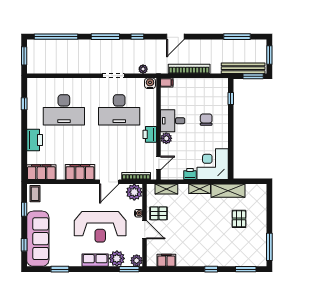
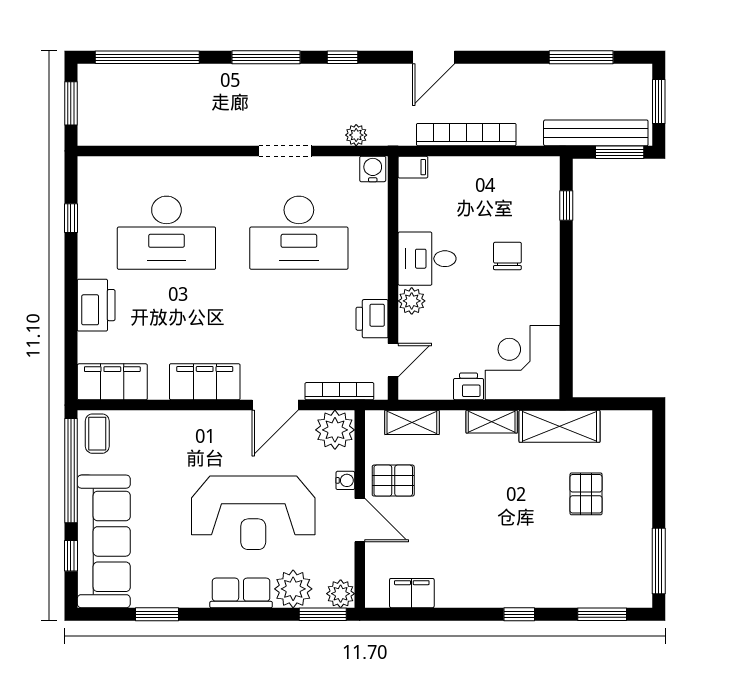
printer: (150, 134) -> (372, 319), moved
window: (24, 209) -> (71, 471), width x3.17

